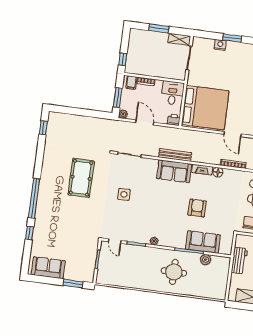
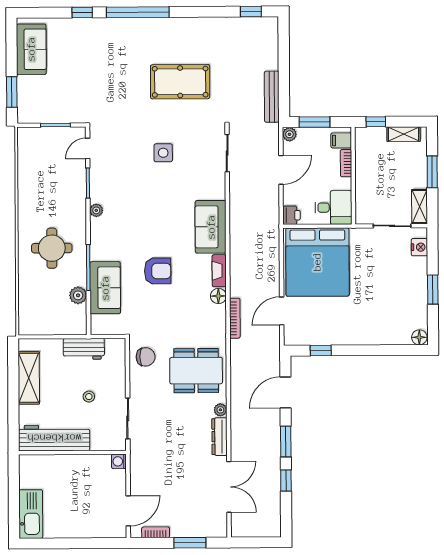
shelving: (133, 43) -> (404, 134), added
nightstand: (220, 45) -> (419, 247), moved
bench: (175, 155) -> (272, 97), moved

